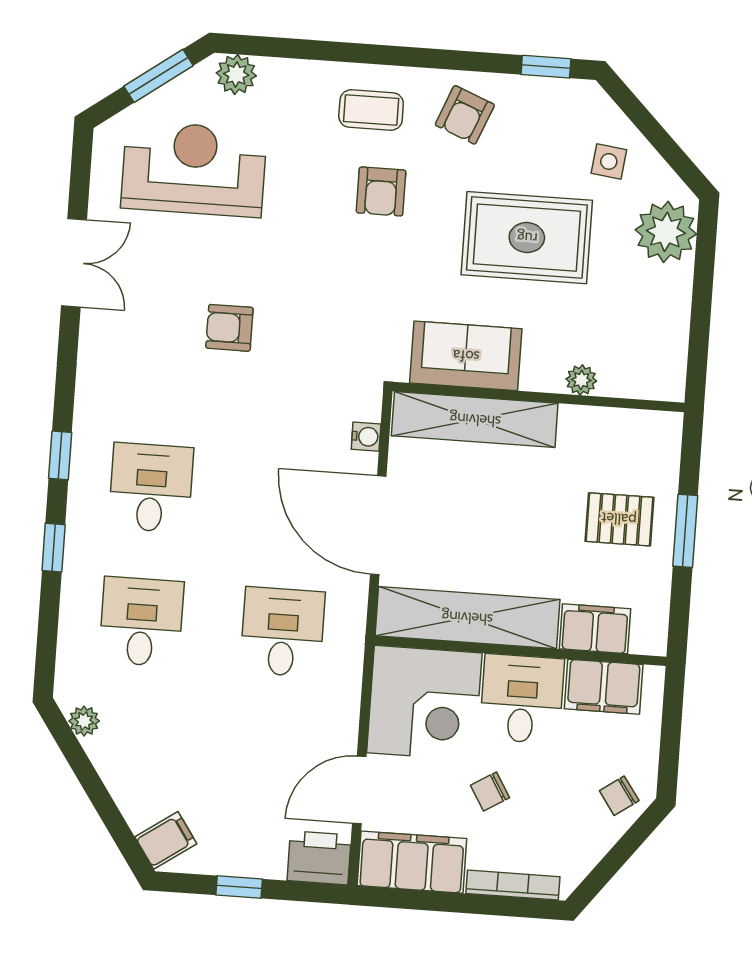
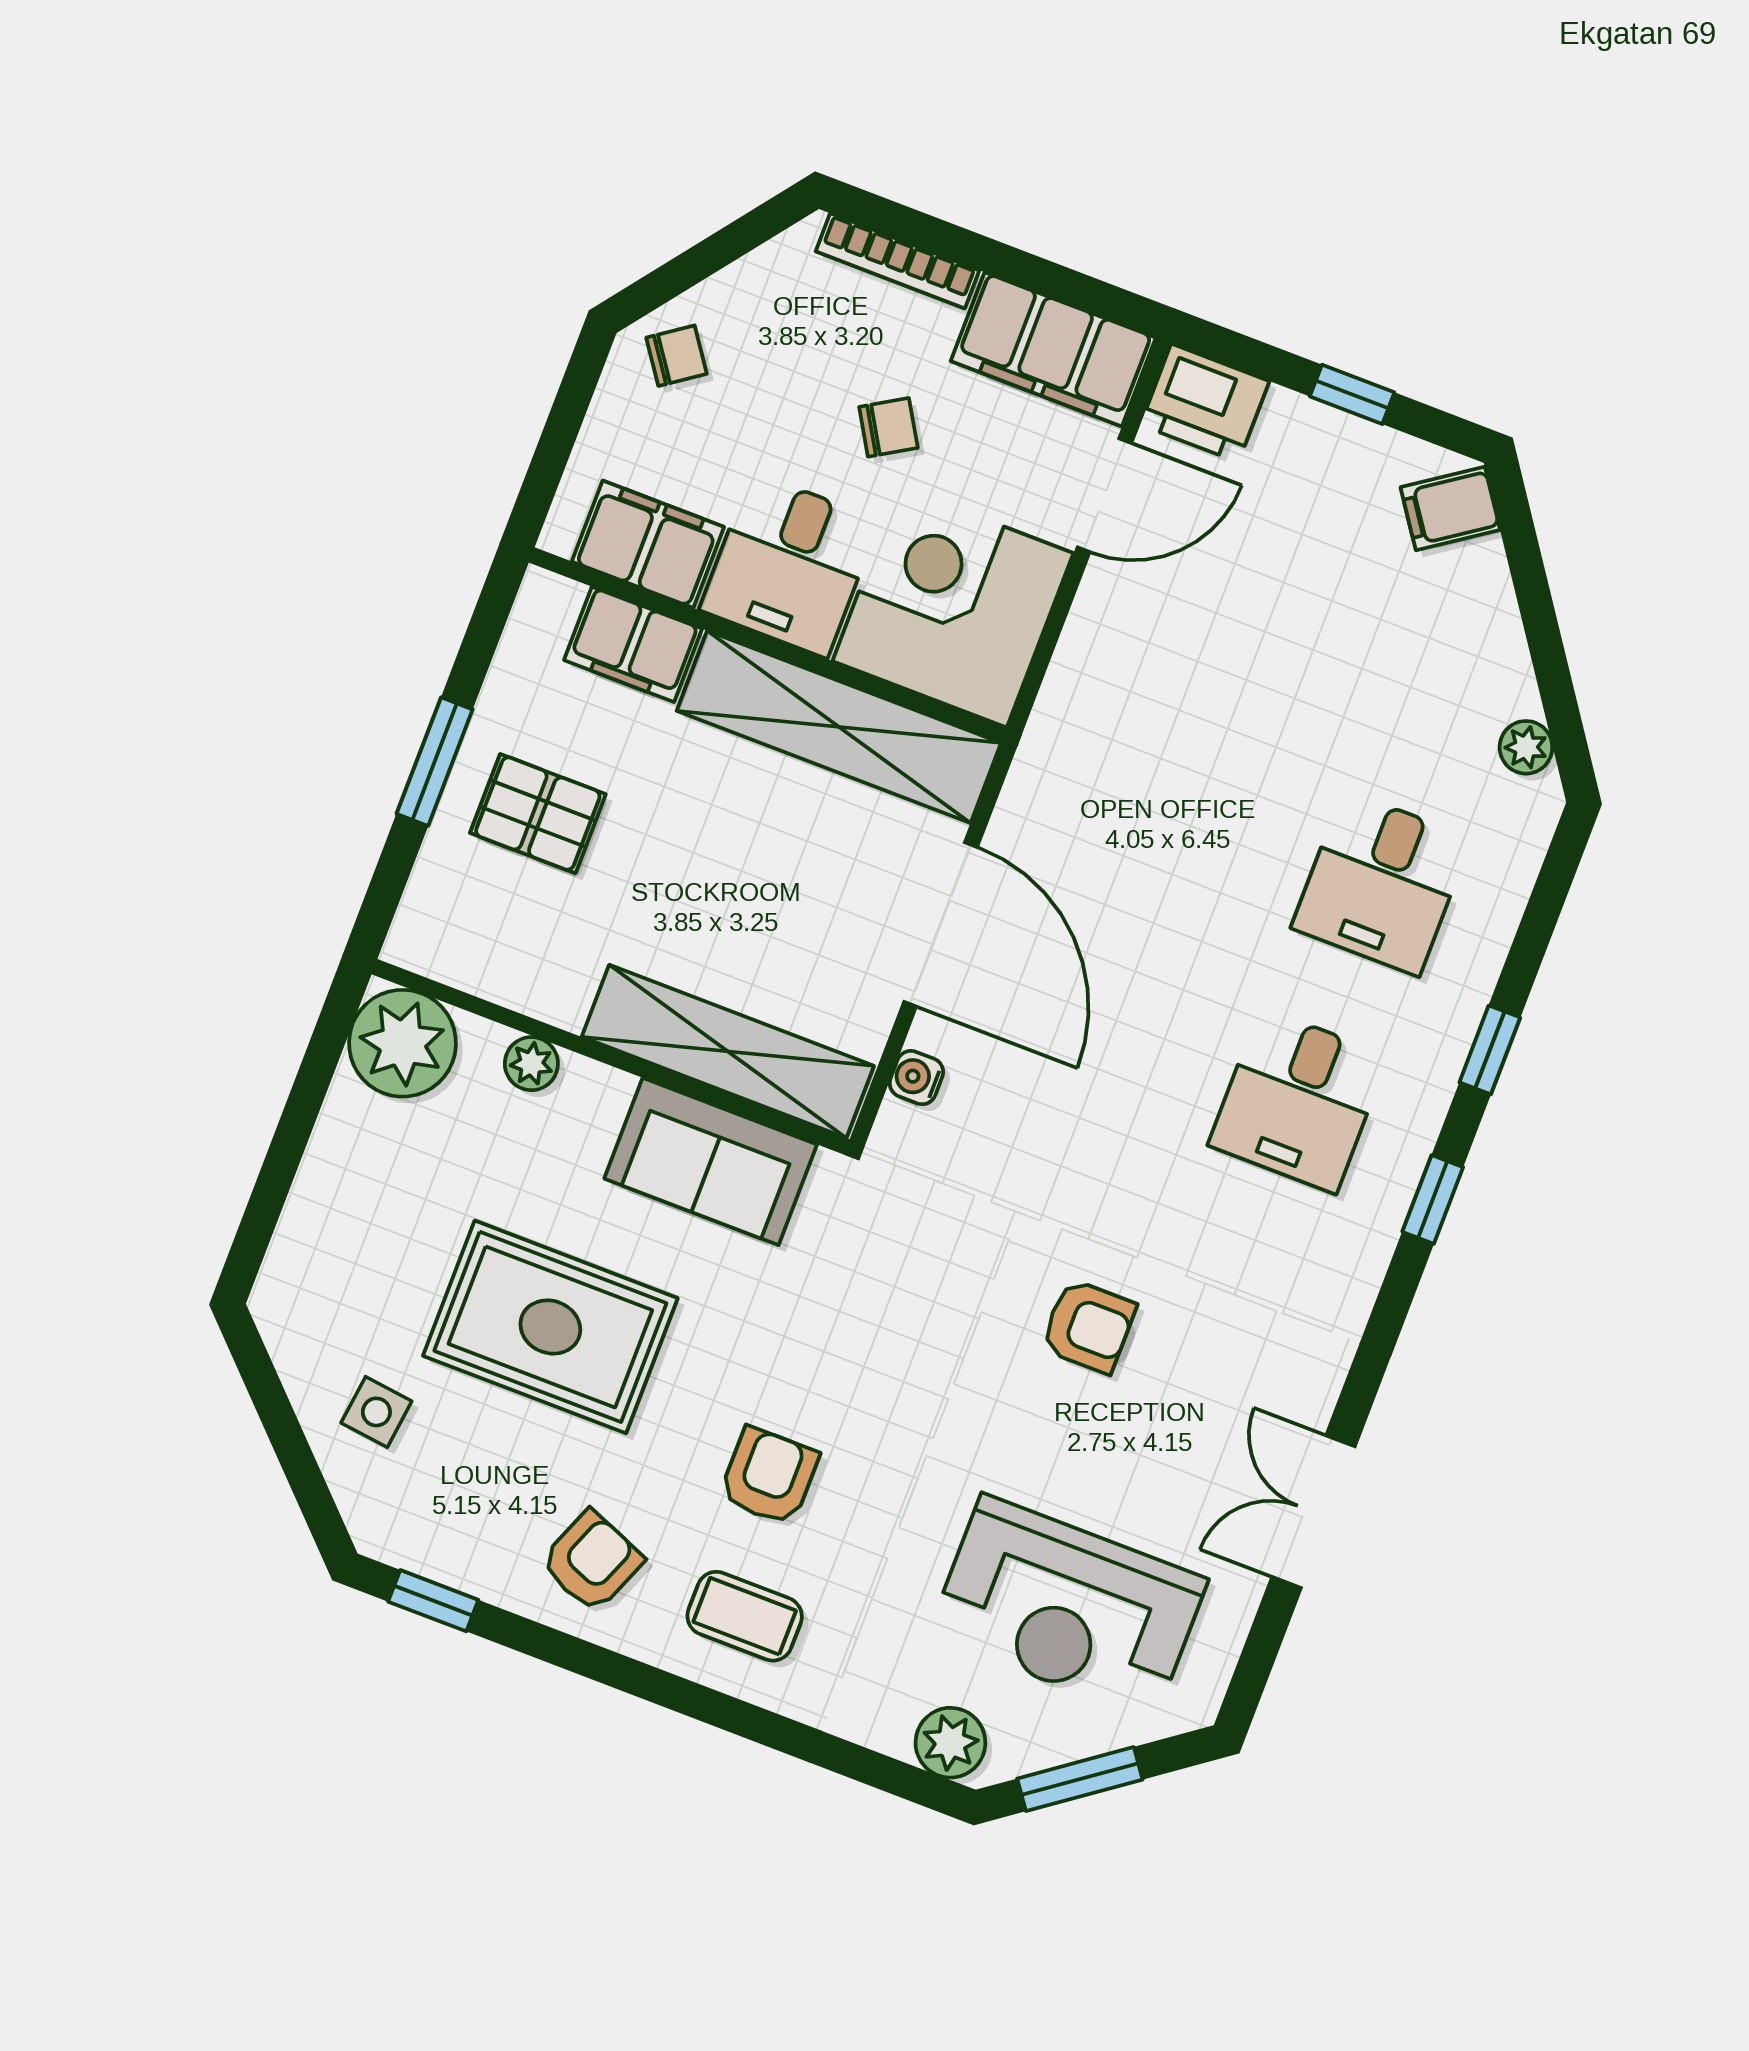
plant: (666, 232) -> (402, 1043), moved
desk: (283, 632) -> (1152, 796), removed

